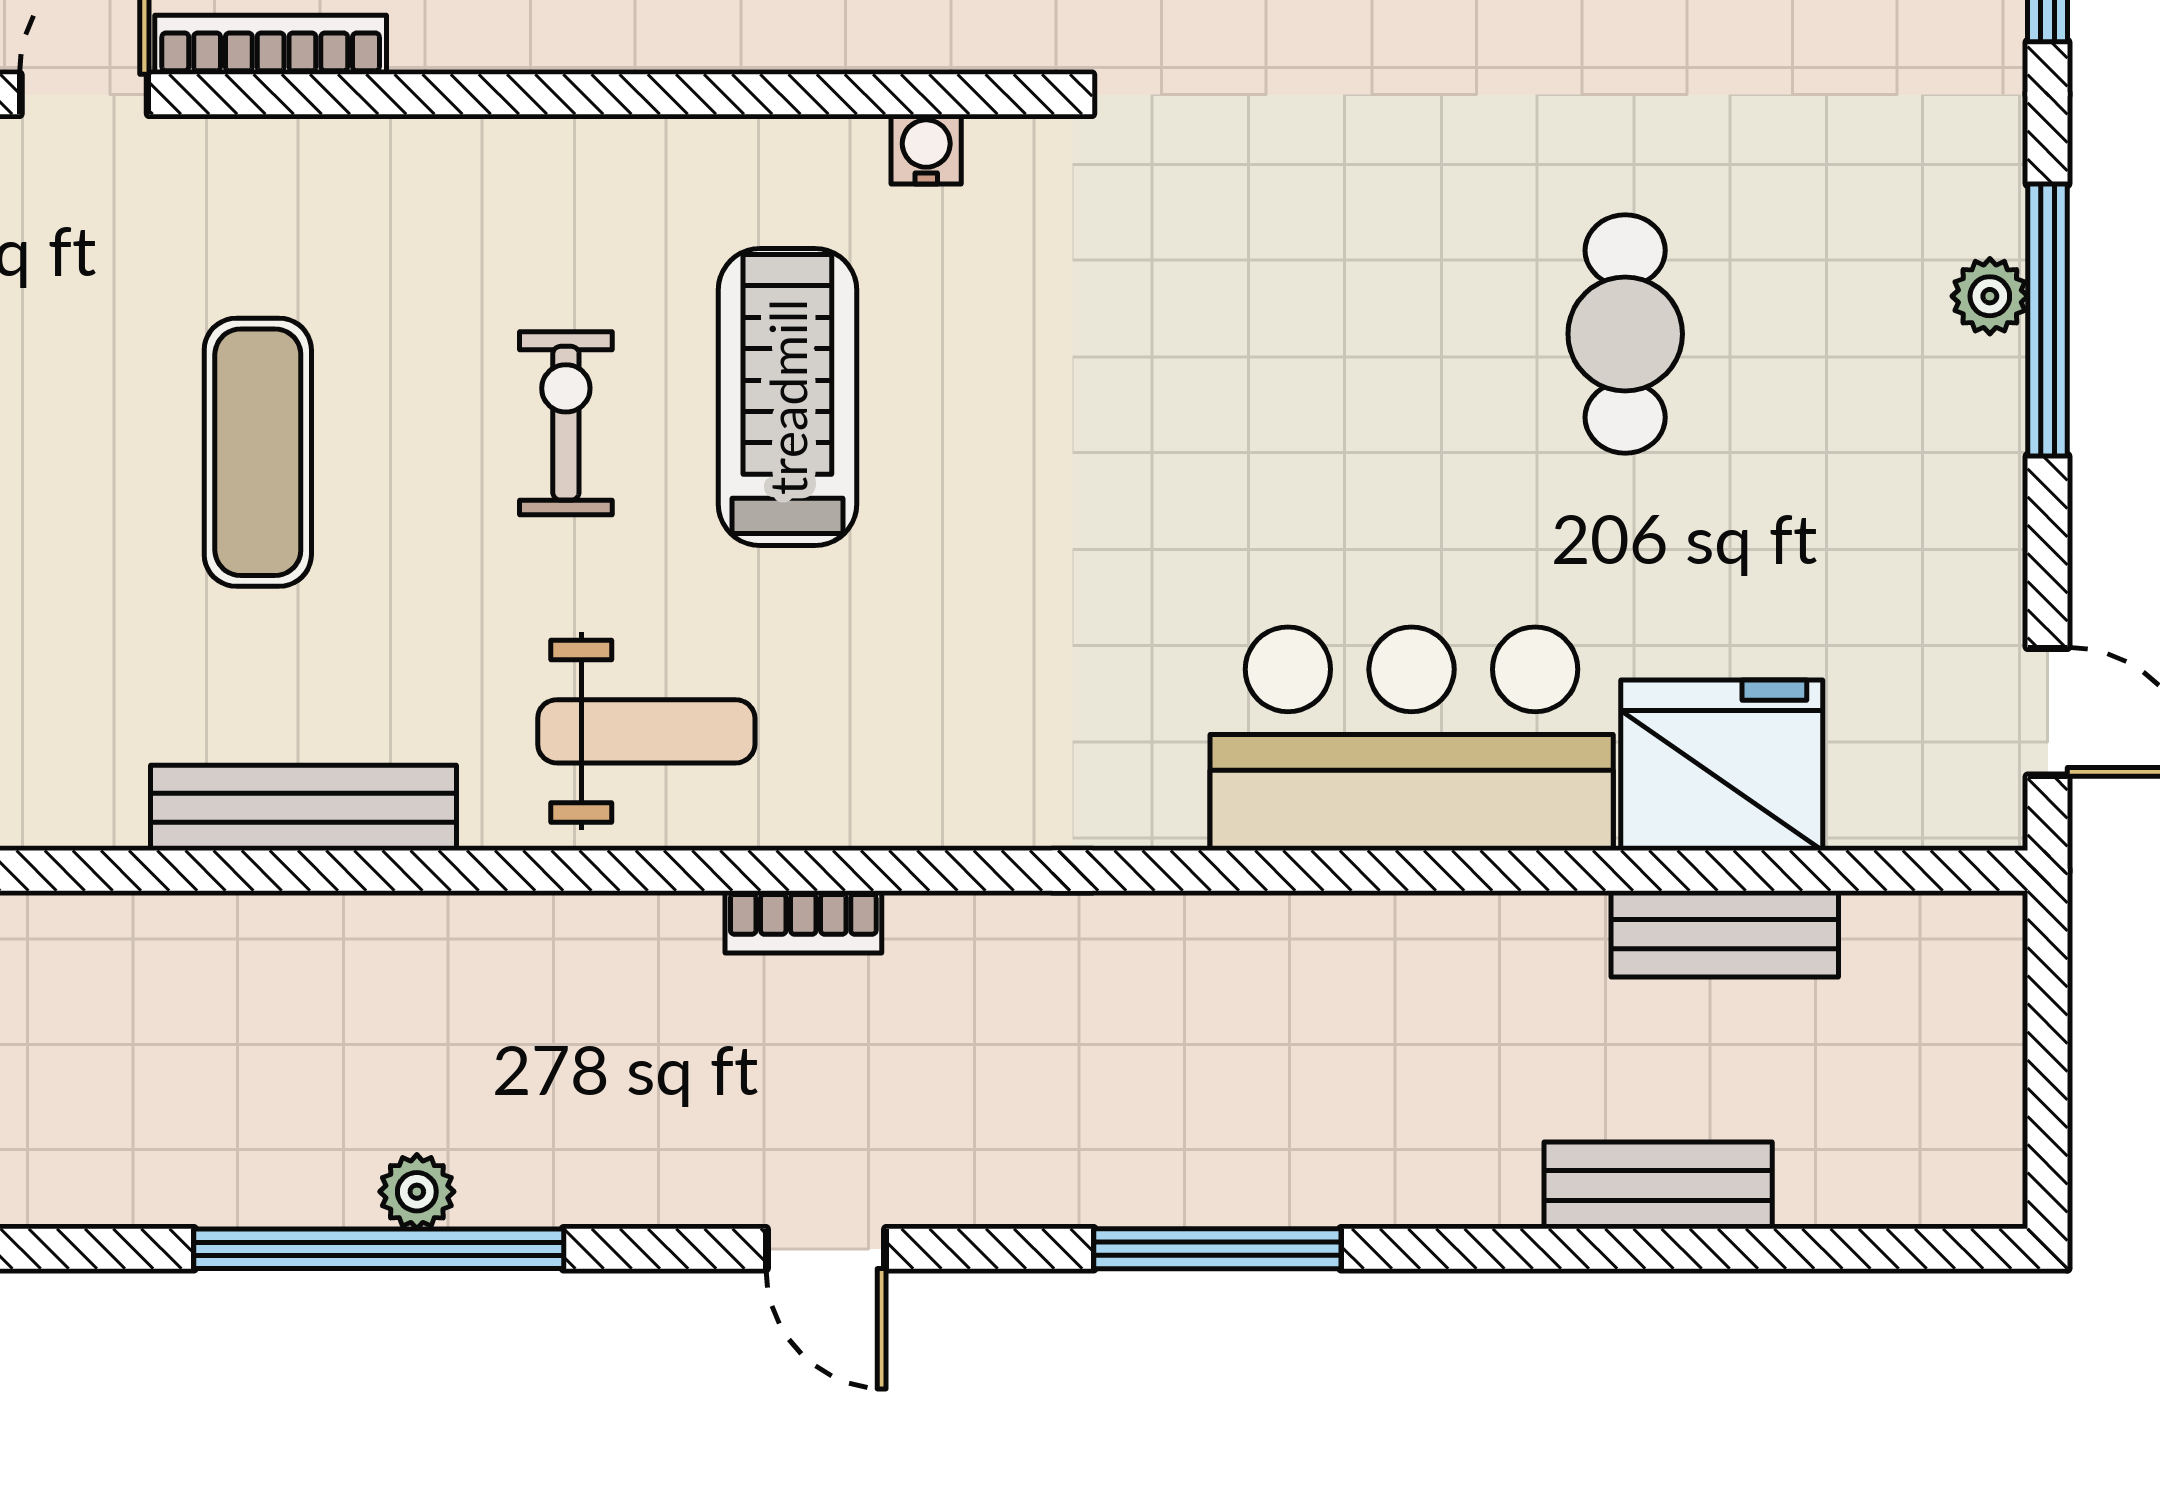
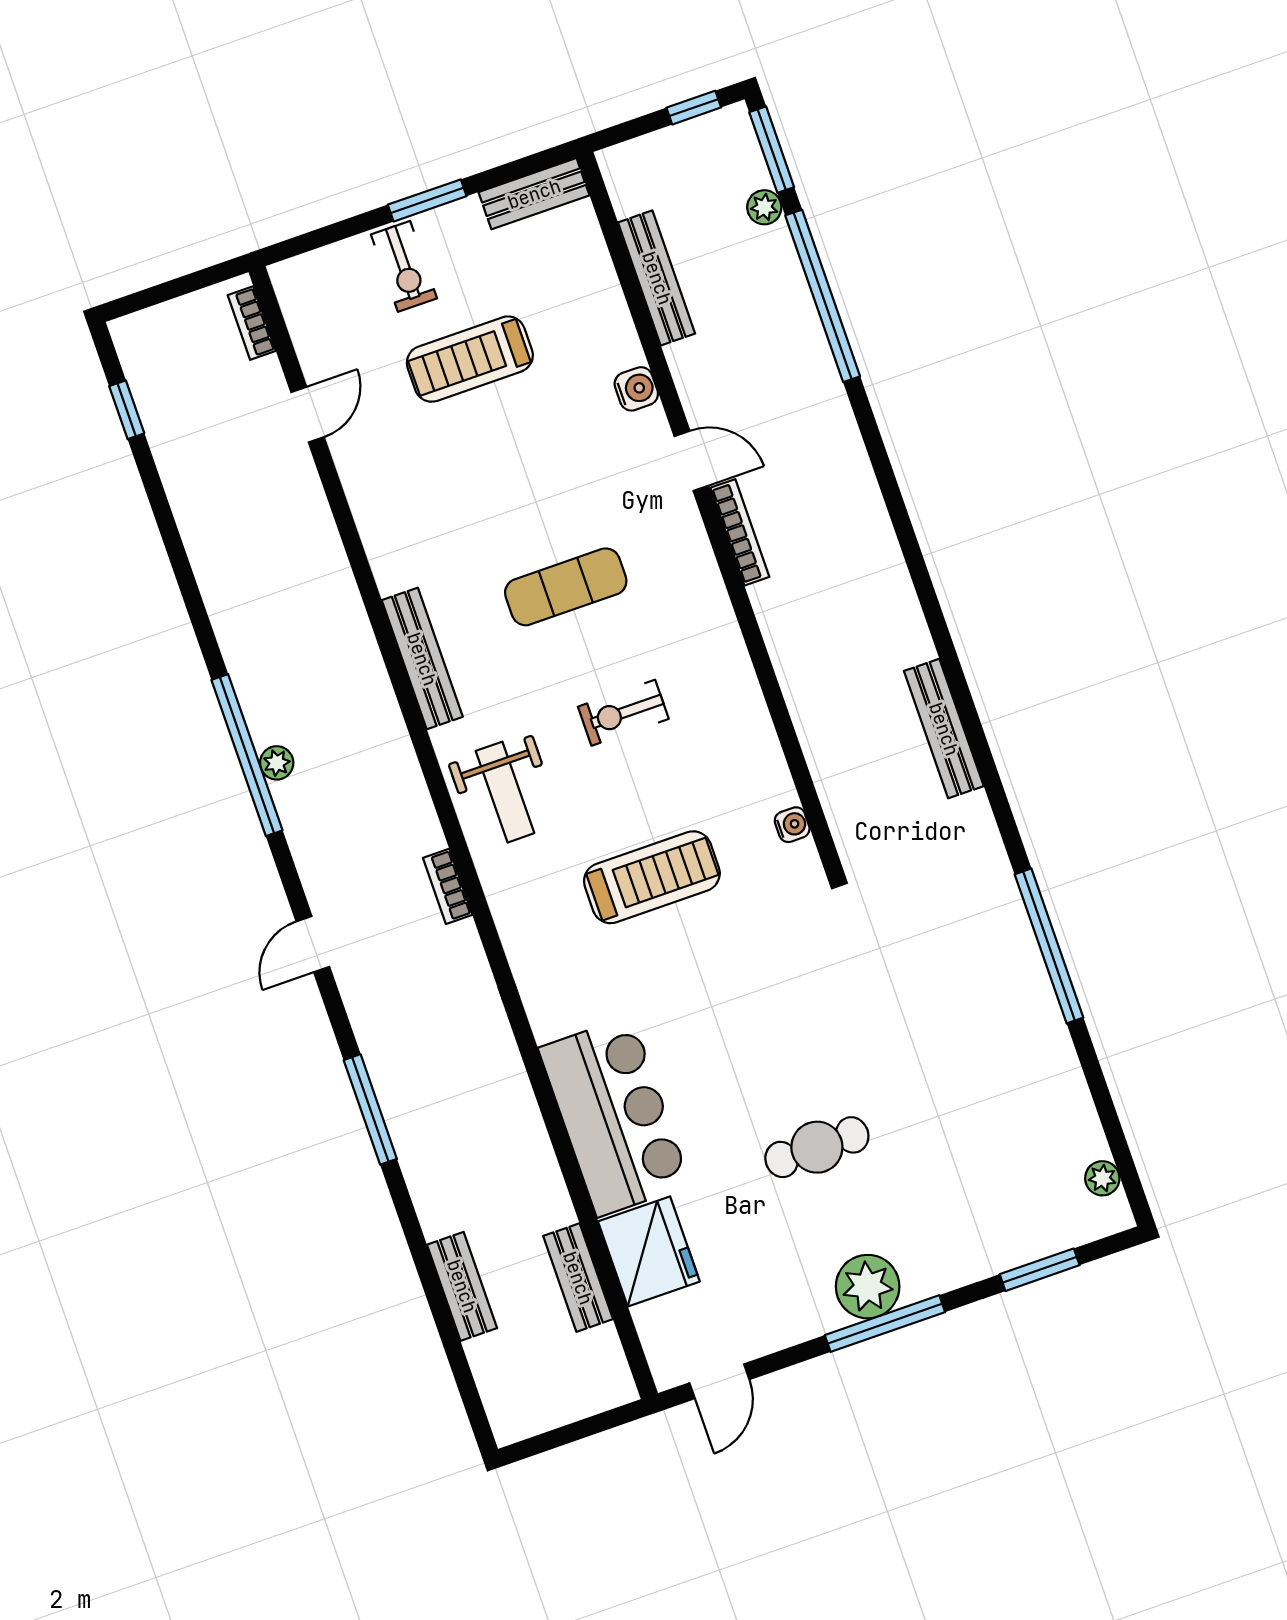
plant: (1990, 296) -> (868, 1287), width x1.87, depth x1.87
treadmill: (787, 397) -> (652, 877), moved
exercise bike: (566, 423) -> (623, 713), turned 180

